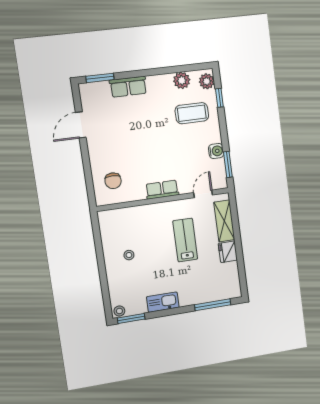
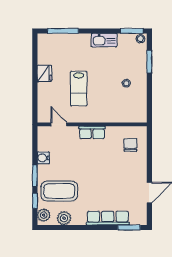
row of seats: (128, 87) -> (108, 218), width x1.48
coffee table: (192, 113) -> (59, 191), width x1.36, depth x1.32
window: (228, 165) -> (35, 176), moved
door: (203, 194) -> (59, 124), swing flipped
shelving: (224, 221) -> (44, 99), removed
window: (104, 286) -> (149, 62), added

